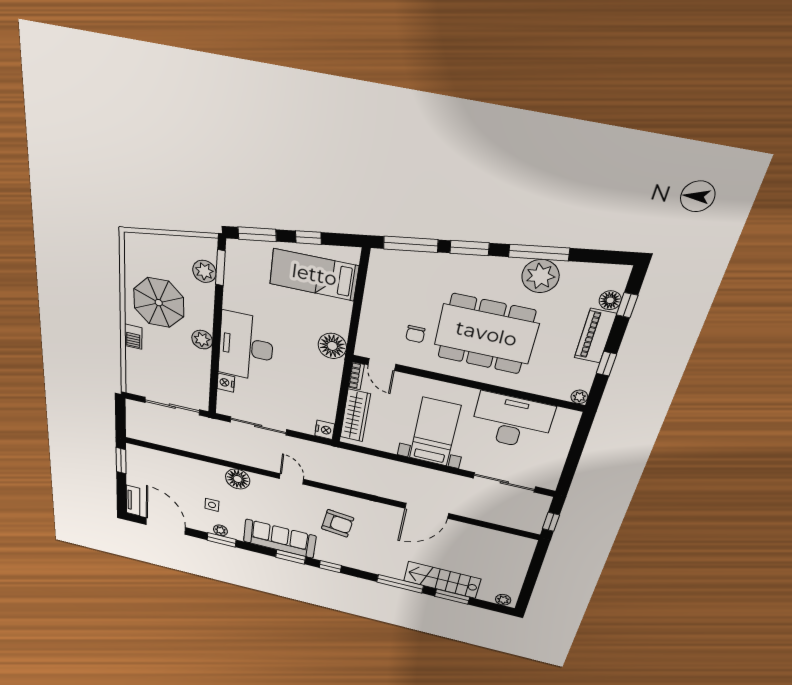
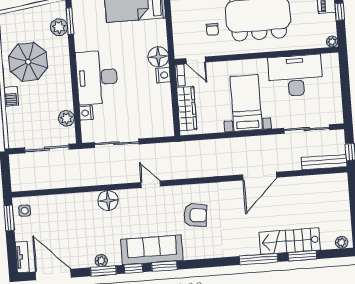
plant: (202, 340) -> (66, 118), moved
nightstand: (325, 430) -> (163, 75), moved
side table: (212, 505) -> (25, 211), moved
bench: (513, 522) -> (324, 162), added
window: (330, 567) -> (133, 269), moved

